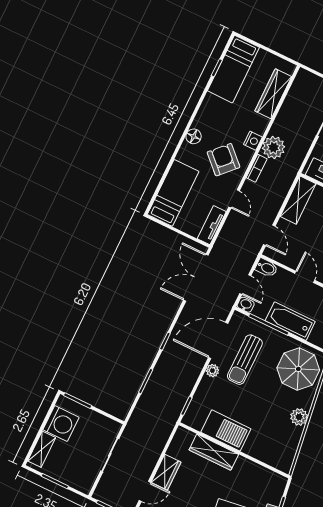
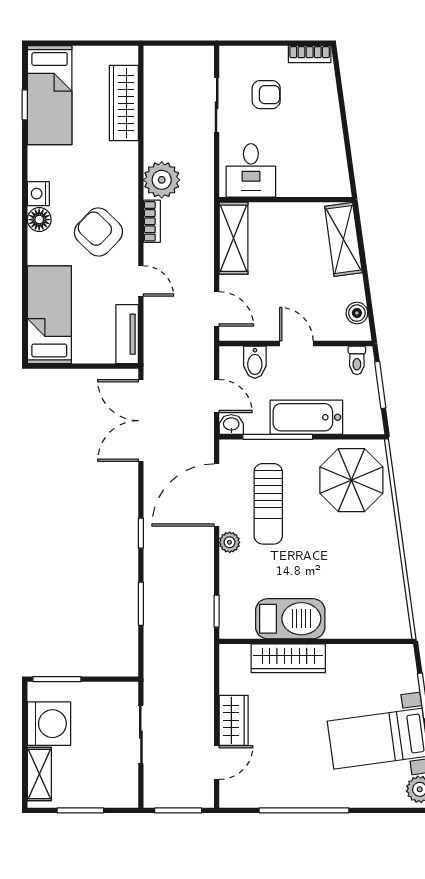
nightstand: (253, 141) -> (38, 194), moved, turned 180
bidet: (266, 268) -> (255, 362), moved, turned 90
plant: (299, 417) -> (386, 548), removed

